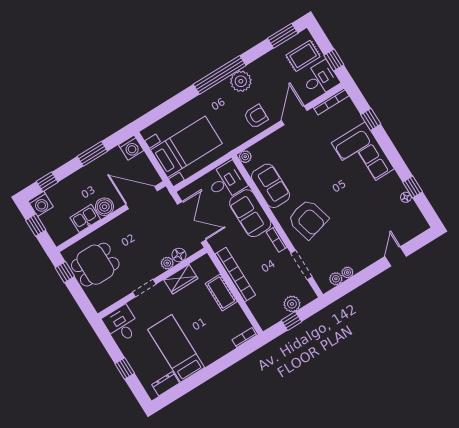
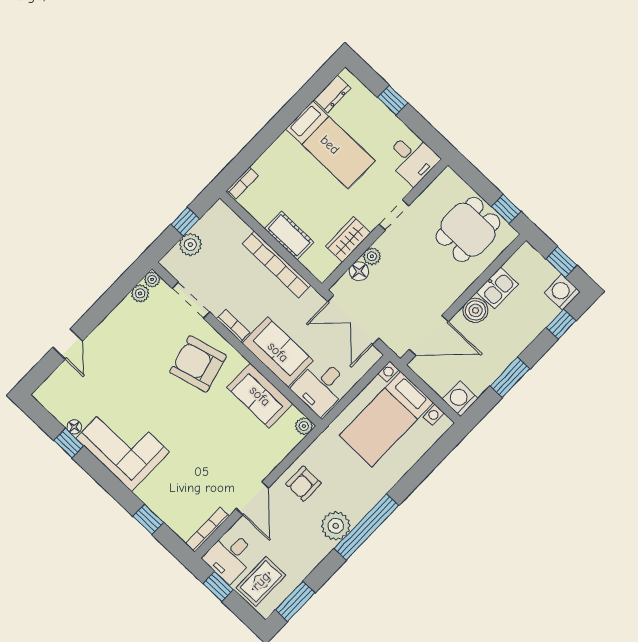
corner sofa: (363, 156) -> (123, 445), moved
plant: (347, 272) -> (152, 279), moved

